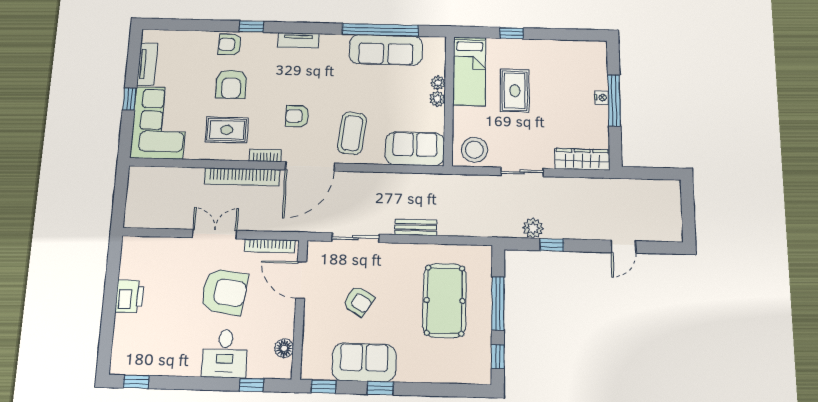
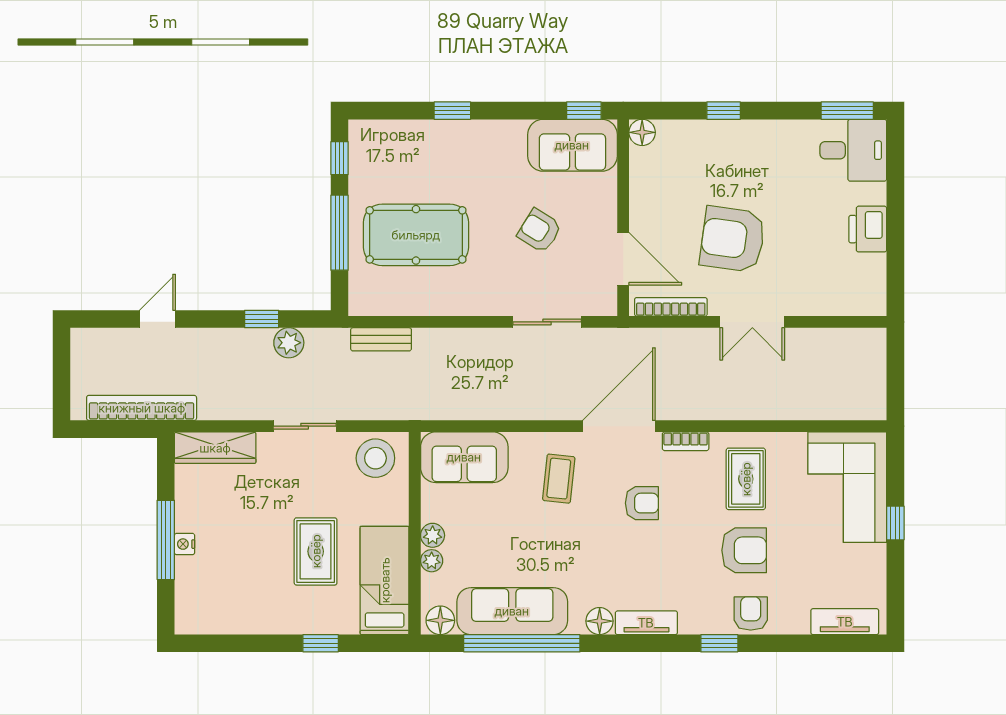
floor lamp: (329, 42) -> (600, 621), added
armchair: (230, 44) -> (751, 614), turned -90
floor lamp: (433, 45) -> (440, 620), added
tv unit: (147, 64) -> (845, 622), moved, turned 90
armchair: (231, 84) -> (744, 550), turned 90
rug: (227, 130) -> (746, 479), turned 90
coffee table: (352, 133) -> (559, 479), width x0.73, depth x0.77
bookcase: (242, 177) -> (142, 408), moved
bench: (416, 227) -> (381, 339), moved
pool table: (445, 300) -> (416, 235), turned 90
floor lamp: (284, 348) -> (642, 132), moved
desk: (225, 353) -> (853, 150), moved, turned 90
sofa: (364, 362) -> (572, 145), moved
window: (136, 382) -> (847, 111), width x1.50
window: (251, 385) -> (724, 111), moved
window: (380, 388) -> (452, 111), moved

